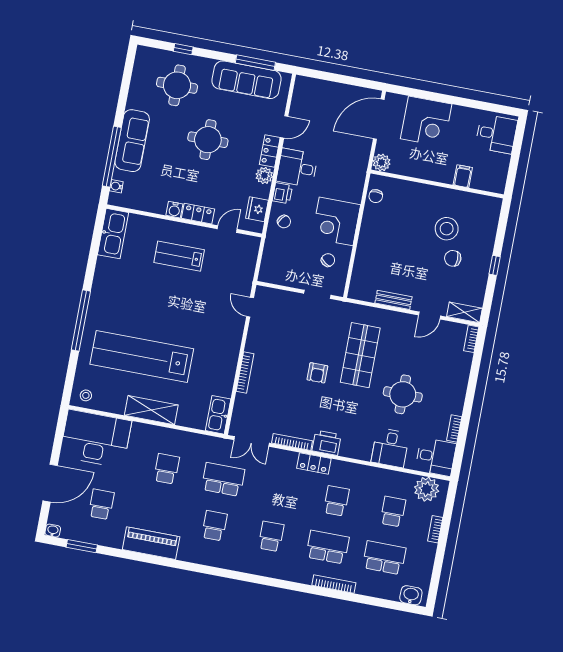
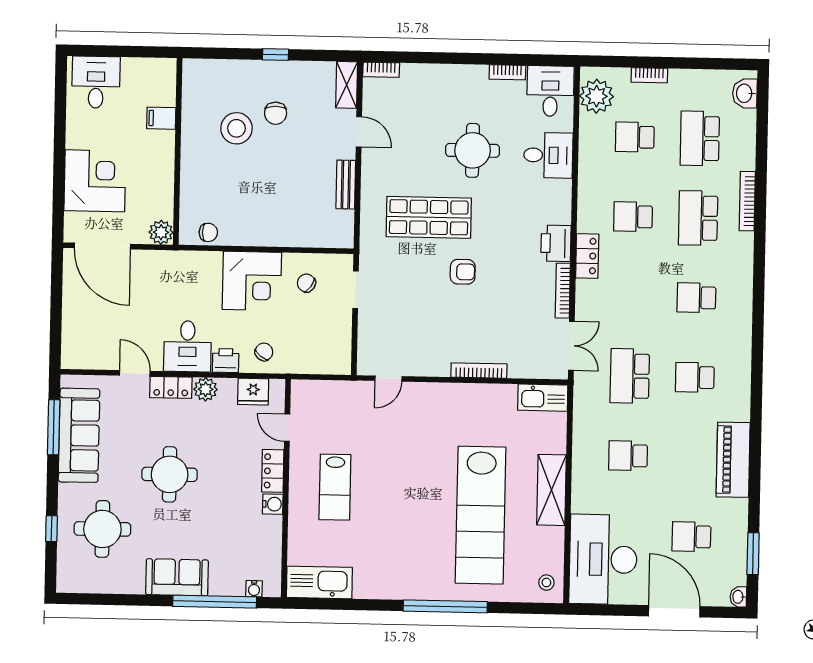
sofa: (132, 141) -> (177, 577), width x0.73

